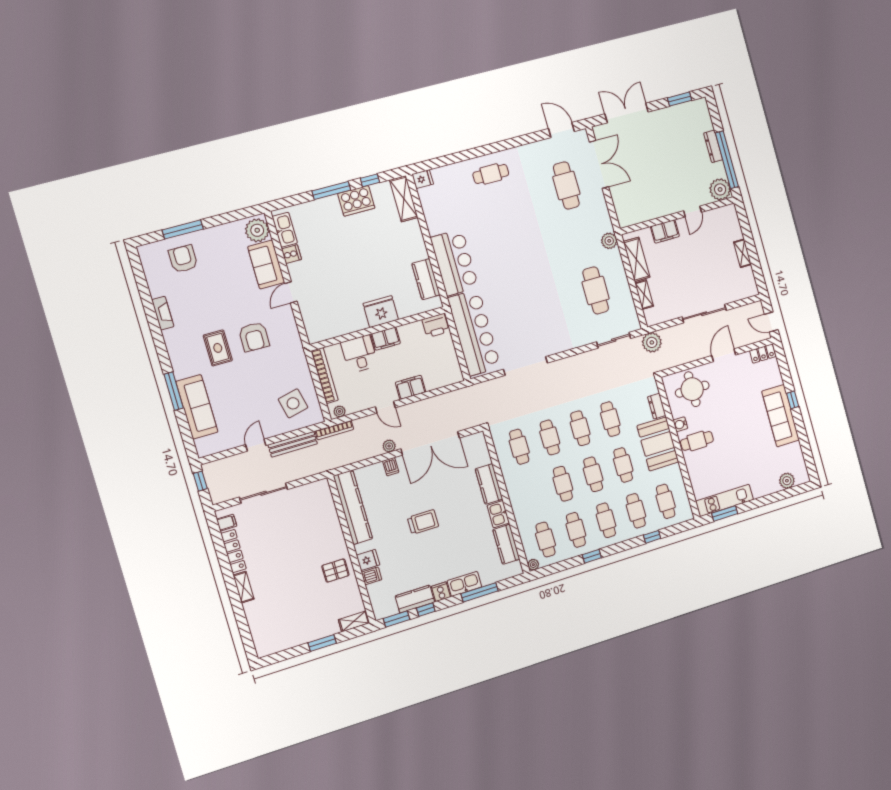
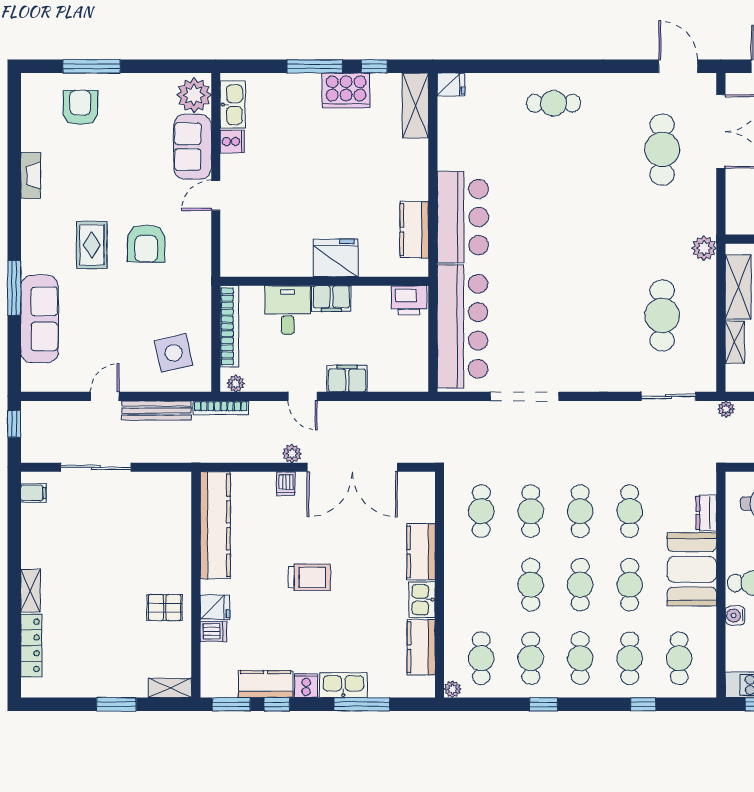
plant: (652, 342) -> (726, 409), width x0.53, depth x0.53
water cooler: (680, 424) -> (735, 615), moved
locker: (233, 551) -> (31, 645), moved

